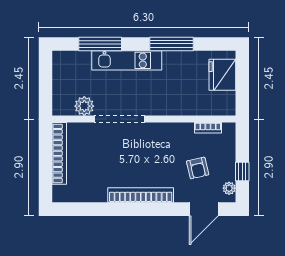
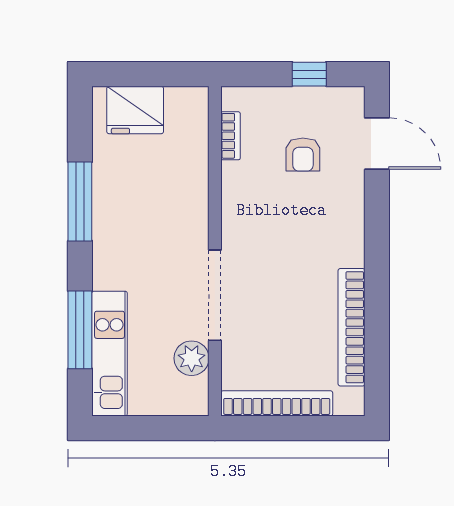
kitchen unit: (127, 60) -> (110, 354), moved
armchair: (198, 168) -> (303, 154), turned 103
plant: (229, 188) -> (339, 98), removed
bookcase: (141, 195) -> (352, 327), moved

